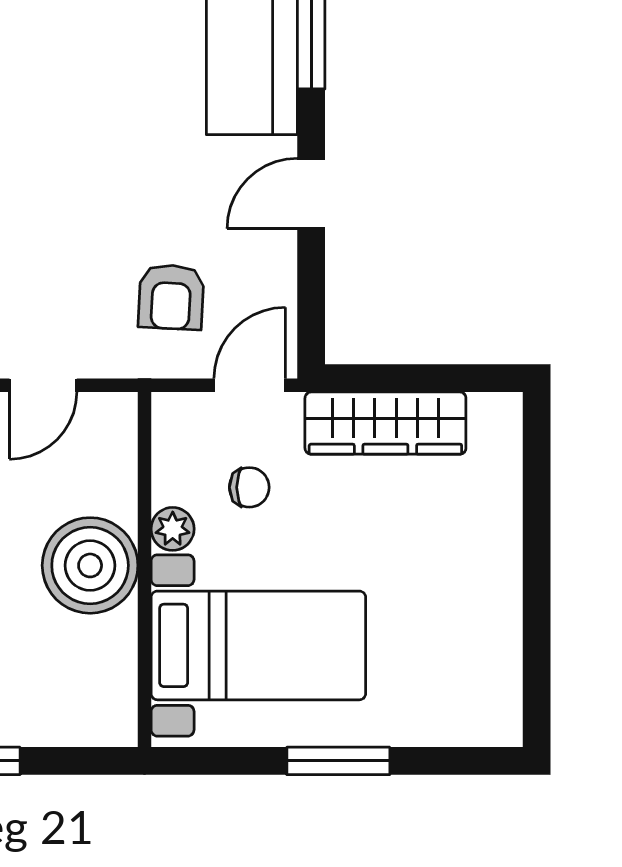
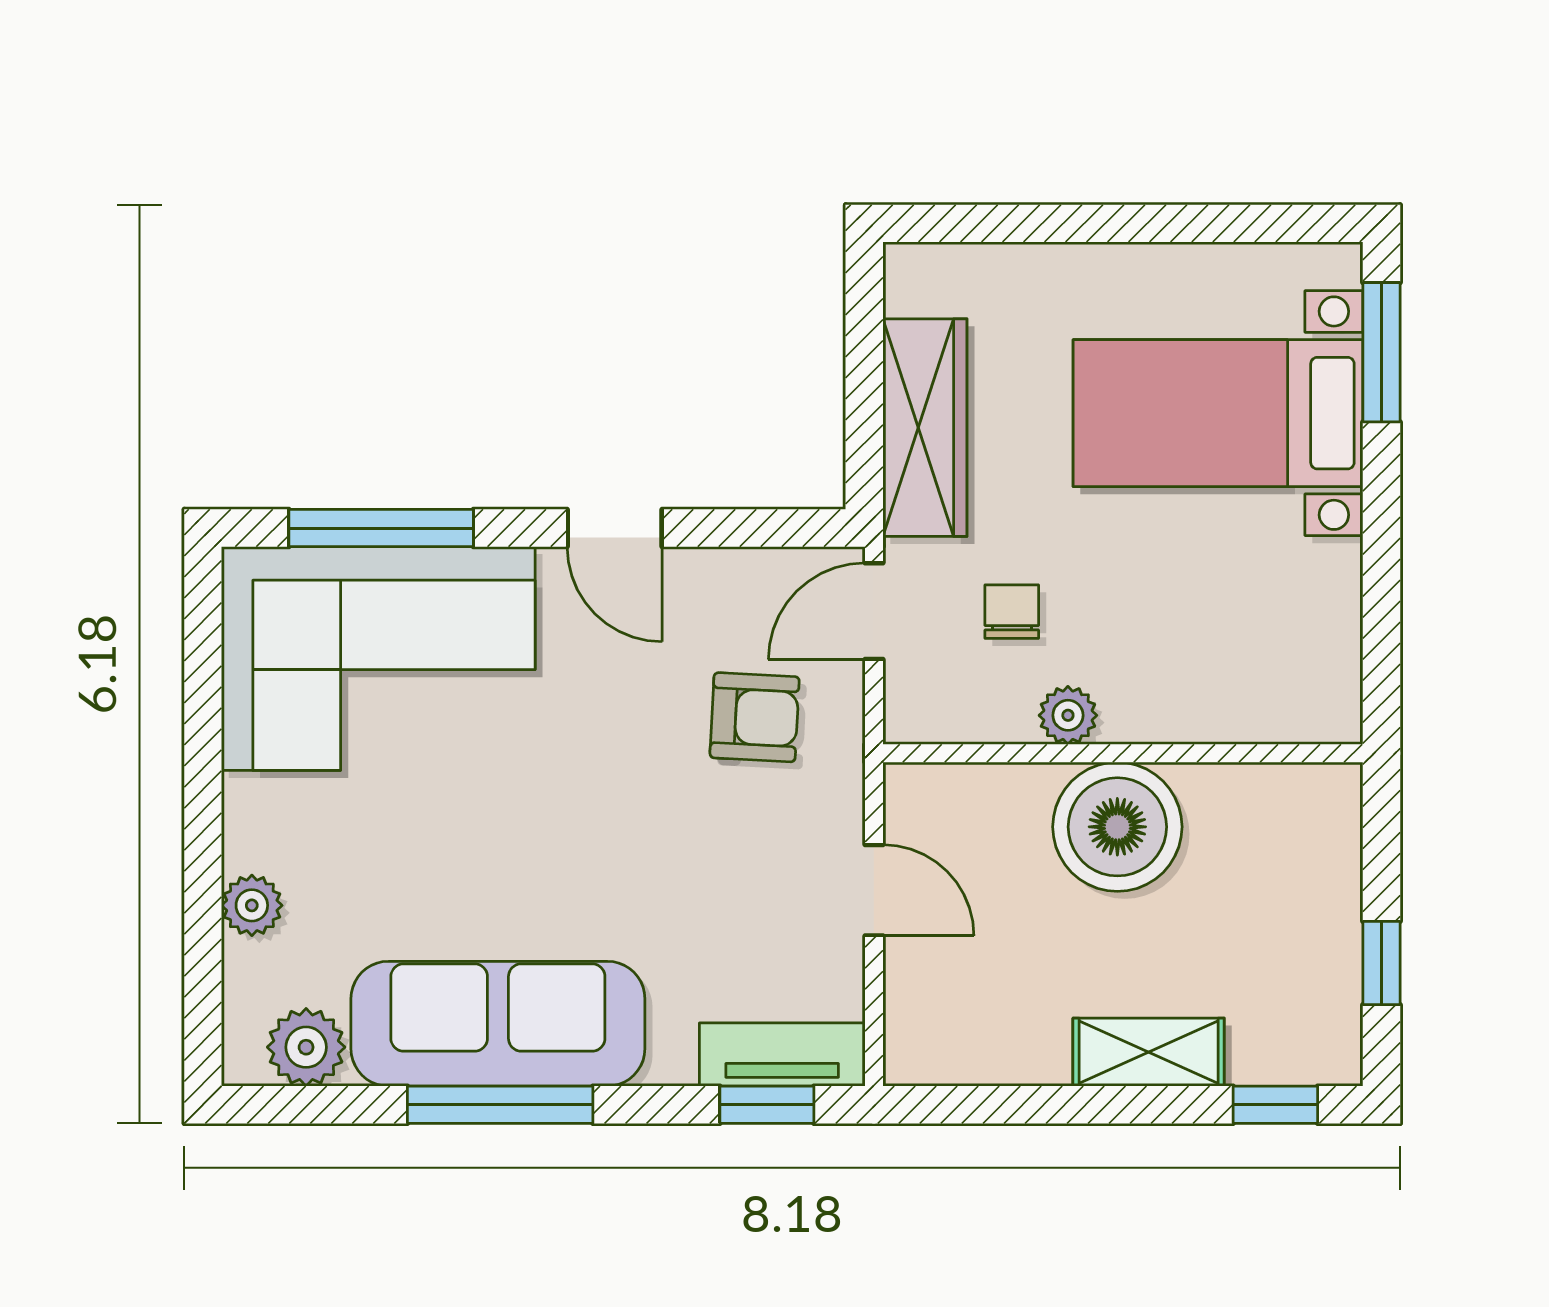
door: (250, 385) -> (874, 611), hinge flipped
bed with nightstands: (258, 645) -> (1218, 413), moved, turned -90
window: (338, 761) -> (1381, 352), moved

